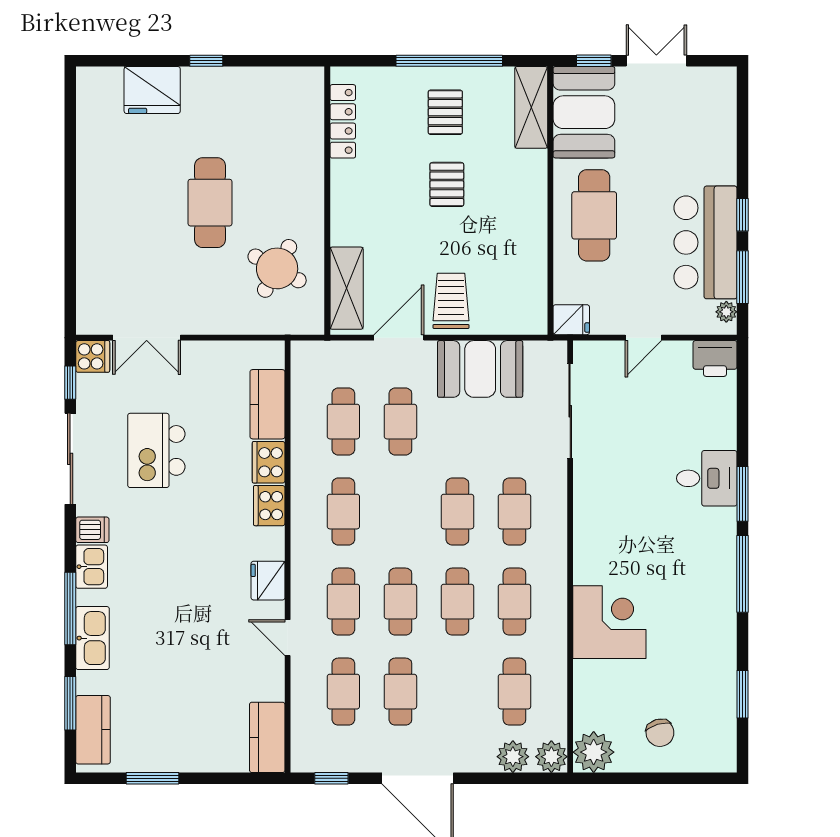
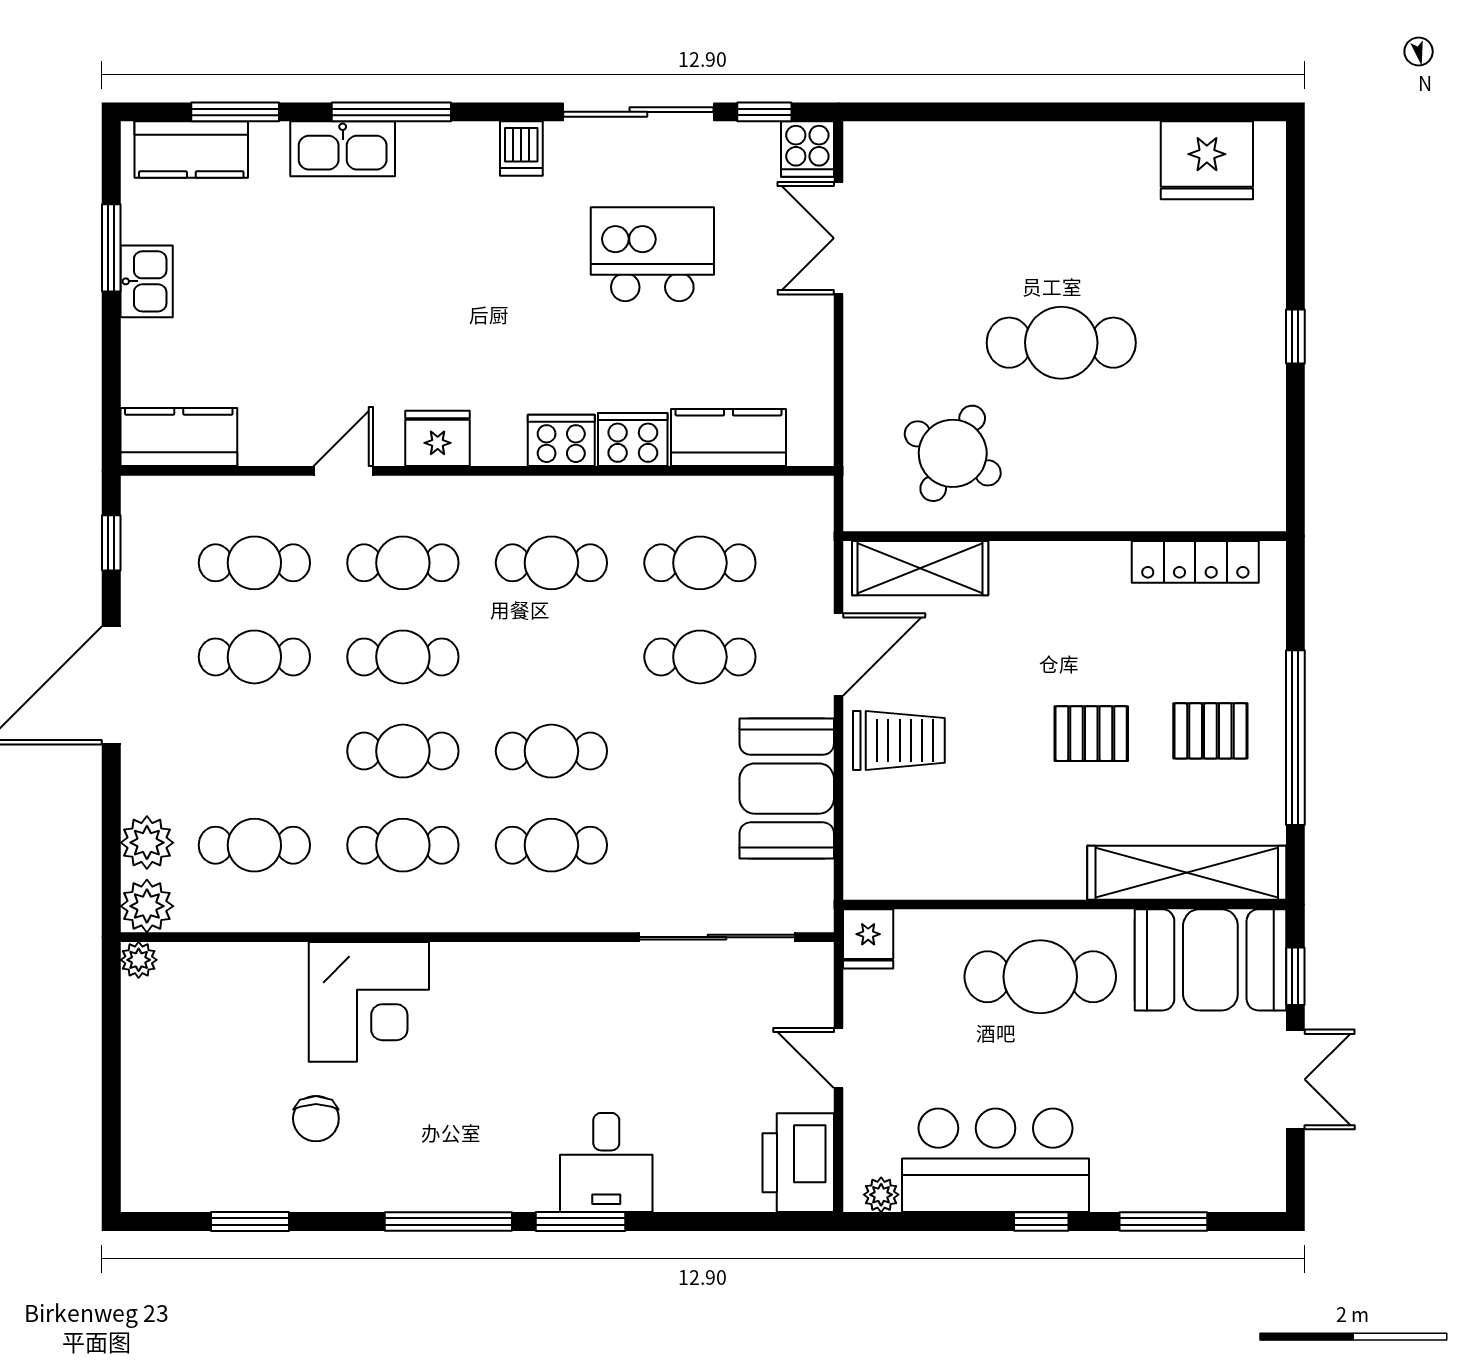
fridge: (152, 90) -> (1207, 160), moved, turned -90
shelving: (531, 107) -> (1187, 873), width x1.47
window: (742, 277) -> (1163, 1221), moved
door: (399, 338) -> (838, 654), hinge flipped
printer: (715, 358) -> (798, 1163), width x1.37, depth x1.19
kitchen sink: (92, 567) -> (147, 281), moved, turned -90
chair: (660, 733) -> (316, 1119), moved, turned -73
plant: (594, 752) -> (139, 960), width x0.53, depth x0.53

